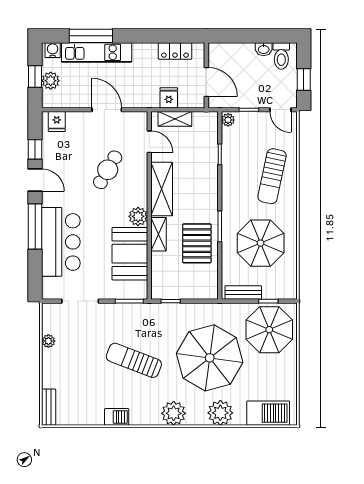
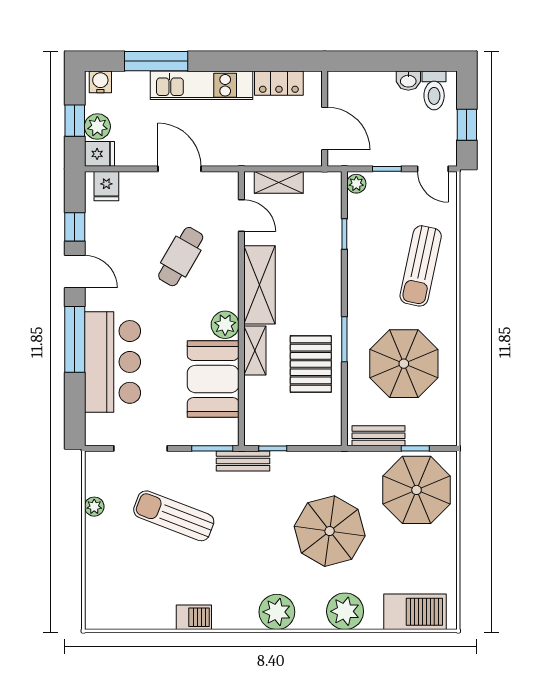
kitchen unit: (97, 52) -> (202, 85), moved
fridge: (169, 98) -> (99, 154), moved, turned 90
parasol: (210, 358) -> (330, 531), width x0.73, depth x0.73
sun lounger: (134, 360) -> (174, 516), moved
bench: (49, 407) -> (243, 461), moved, turned 90

